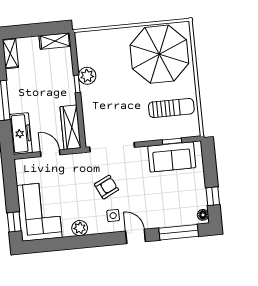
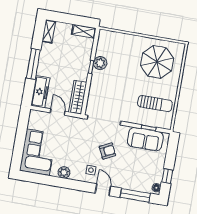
parasol: (159, 54) -> (157, 62), width x0.73, depth x0.73
armchair: (106, 187) -> (107, 151), moved
window: (14, 222) -> (18, 155), removed

